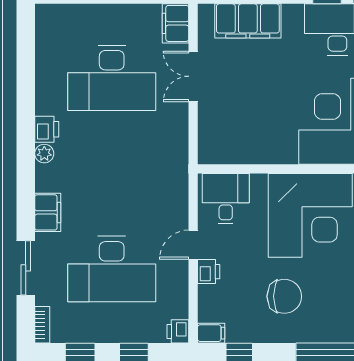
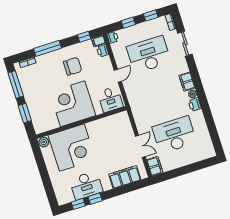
filing cabinet: (48, 212) -> (187, 82), moved
printer: (209, 272) -> (103, 51), moved
chair: (284, 296) -> (73, 66), turned 180

